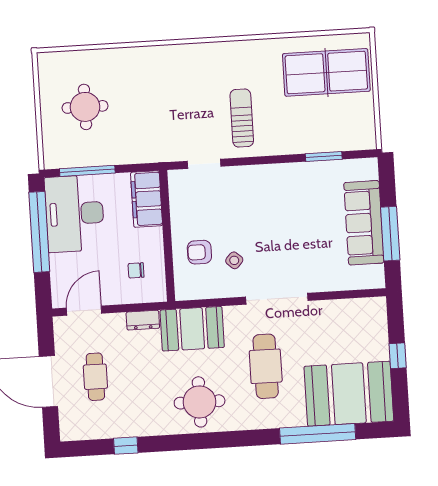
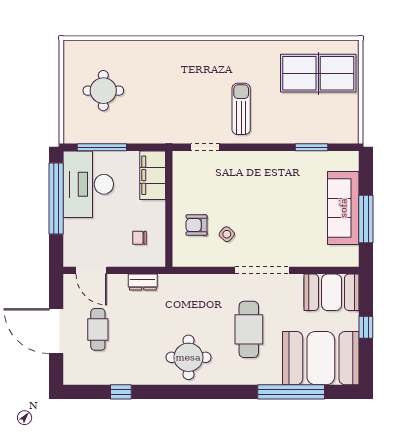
door: (84, 311) -> (91, 270), swing flipped
booth: (192, 329) -> (332, 292), moved

